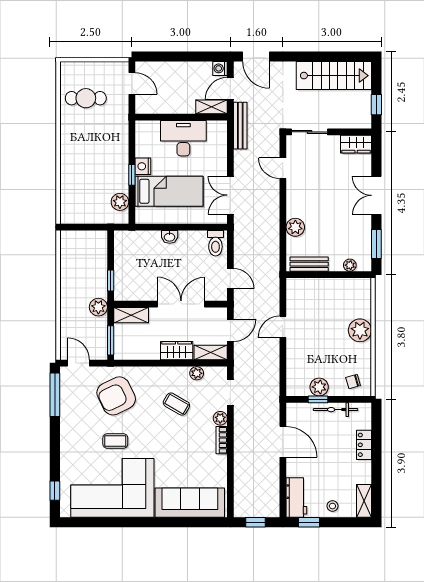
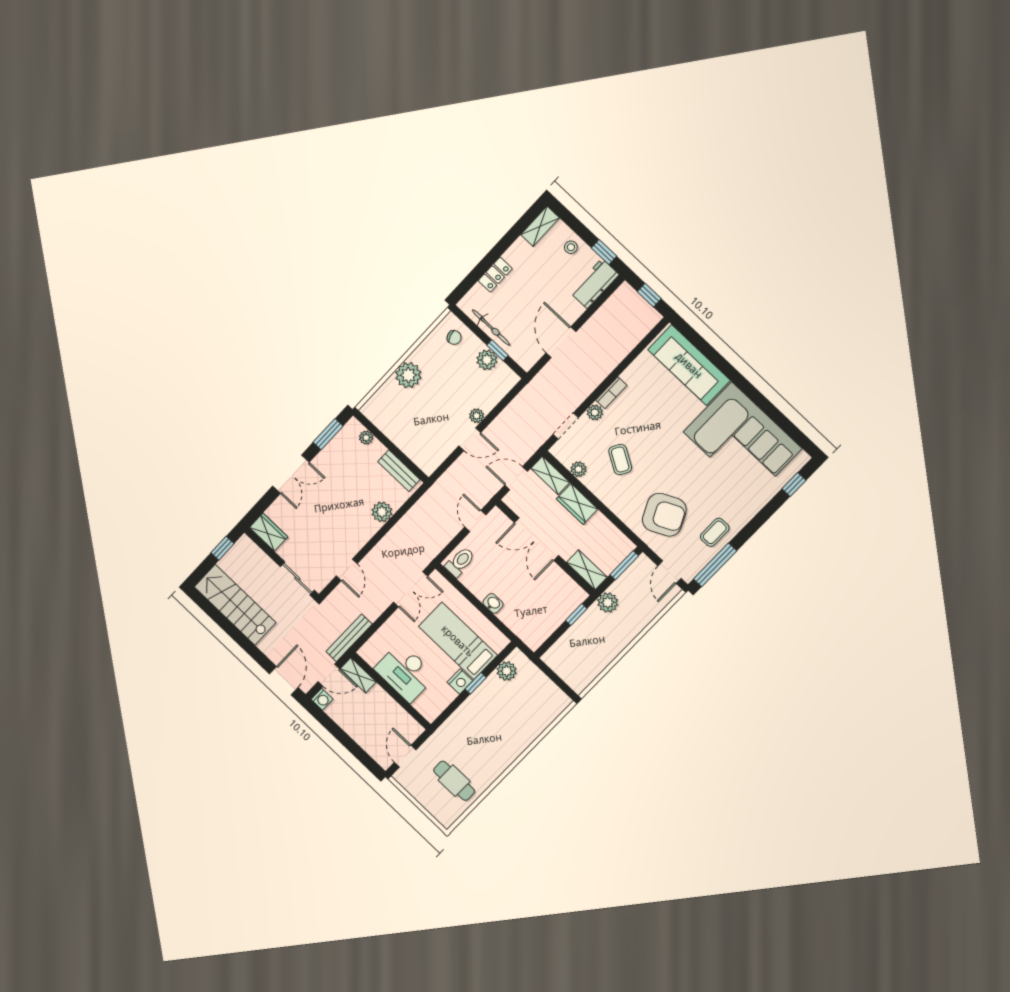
plant: (293, 346) -> (477, 416), added
coffee table: (115, 441) -> (715, 532), moved, turned 90

